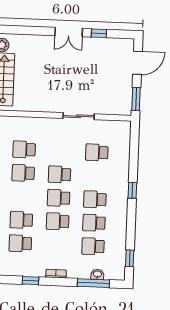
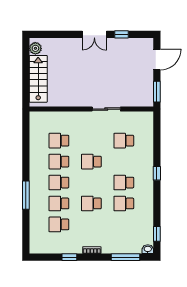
school desk: (59, 198) -> (59, 183), moved
school desk: (93, 246) -> (124, 224), removed
washbasin: (97, 274) -> (148, 249), moved

